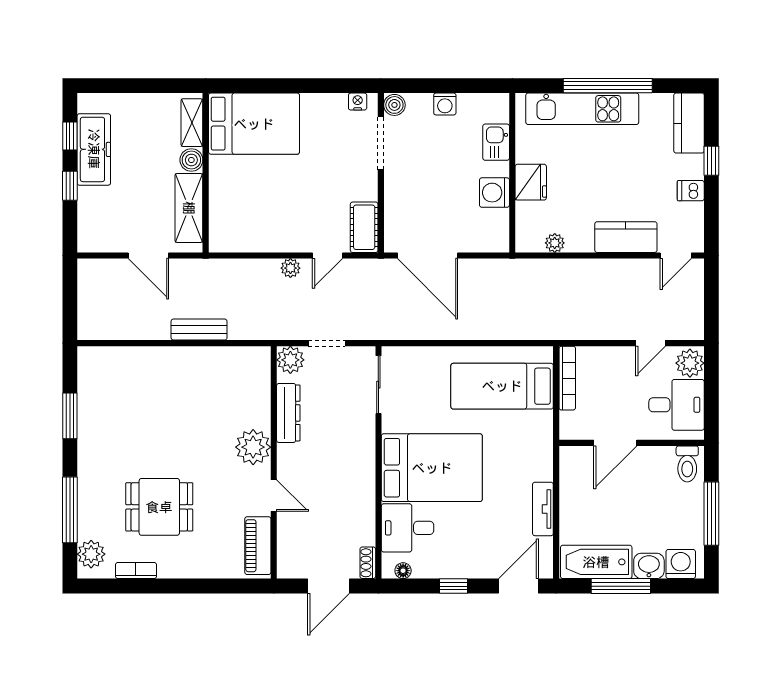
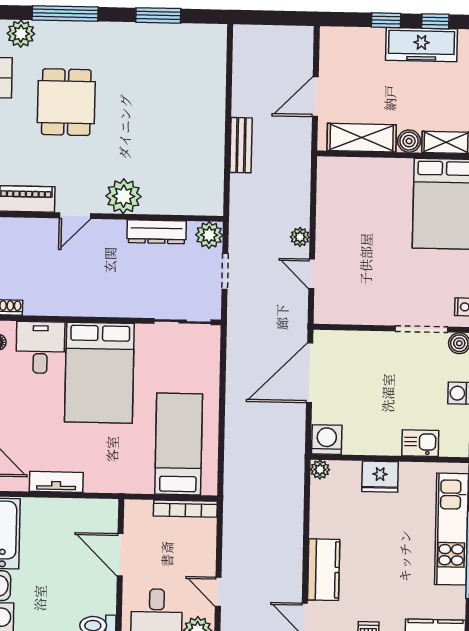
washing machine: (494, 193) -> (327, 440), moved
cot: (364, 227) -> (339, 311), removed
plant: (555, 243) -> (320, 469), moved

